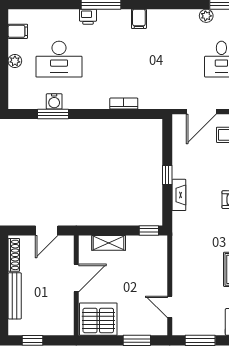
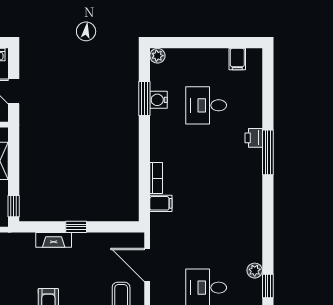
filing cabinet: (139, 19) -> (161, 203), moved, turned 180
desk: (59, 59) -> (206, 105), width x0.73
plant: (15, 61) -> (157, 56), moved

